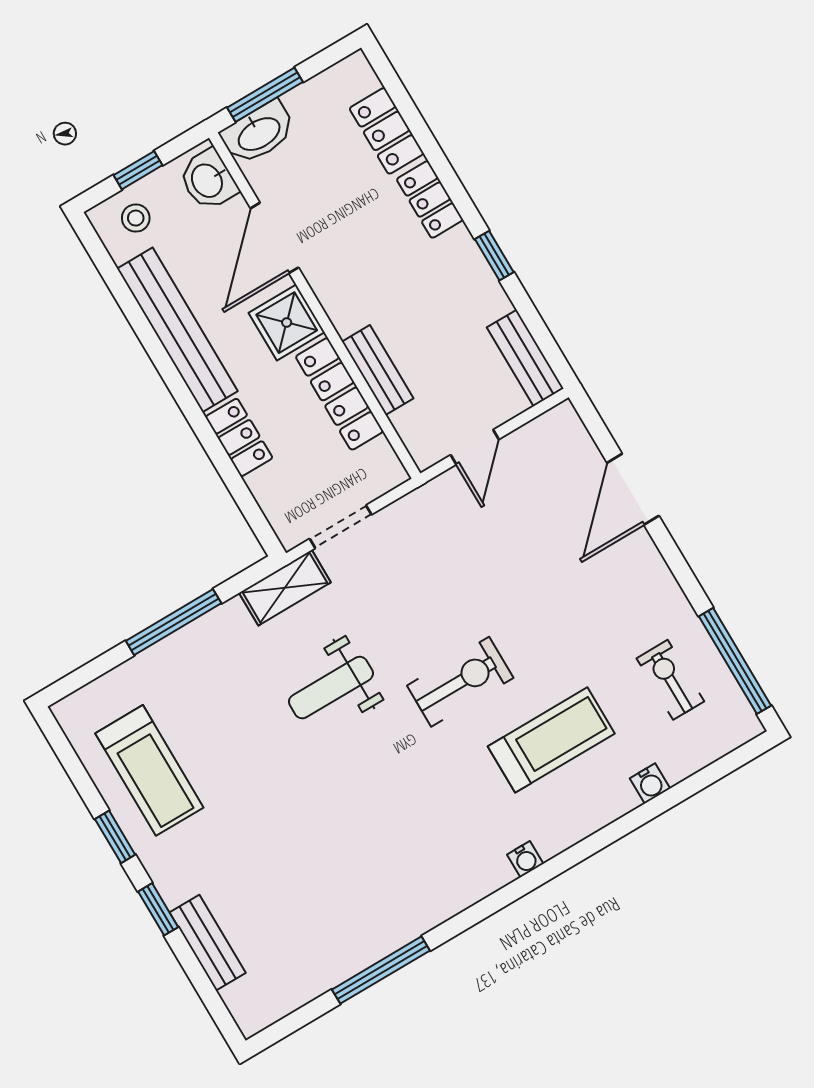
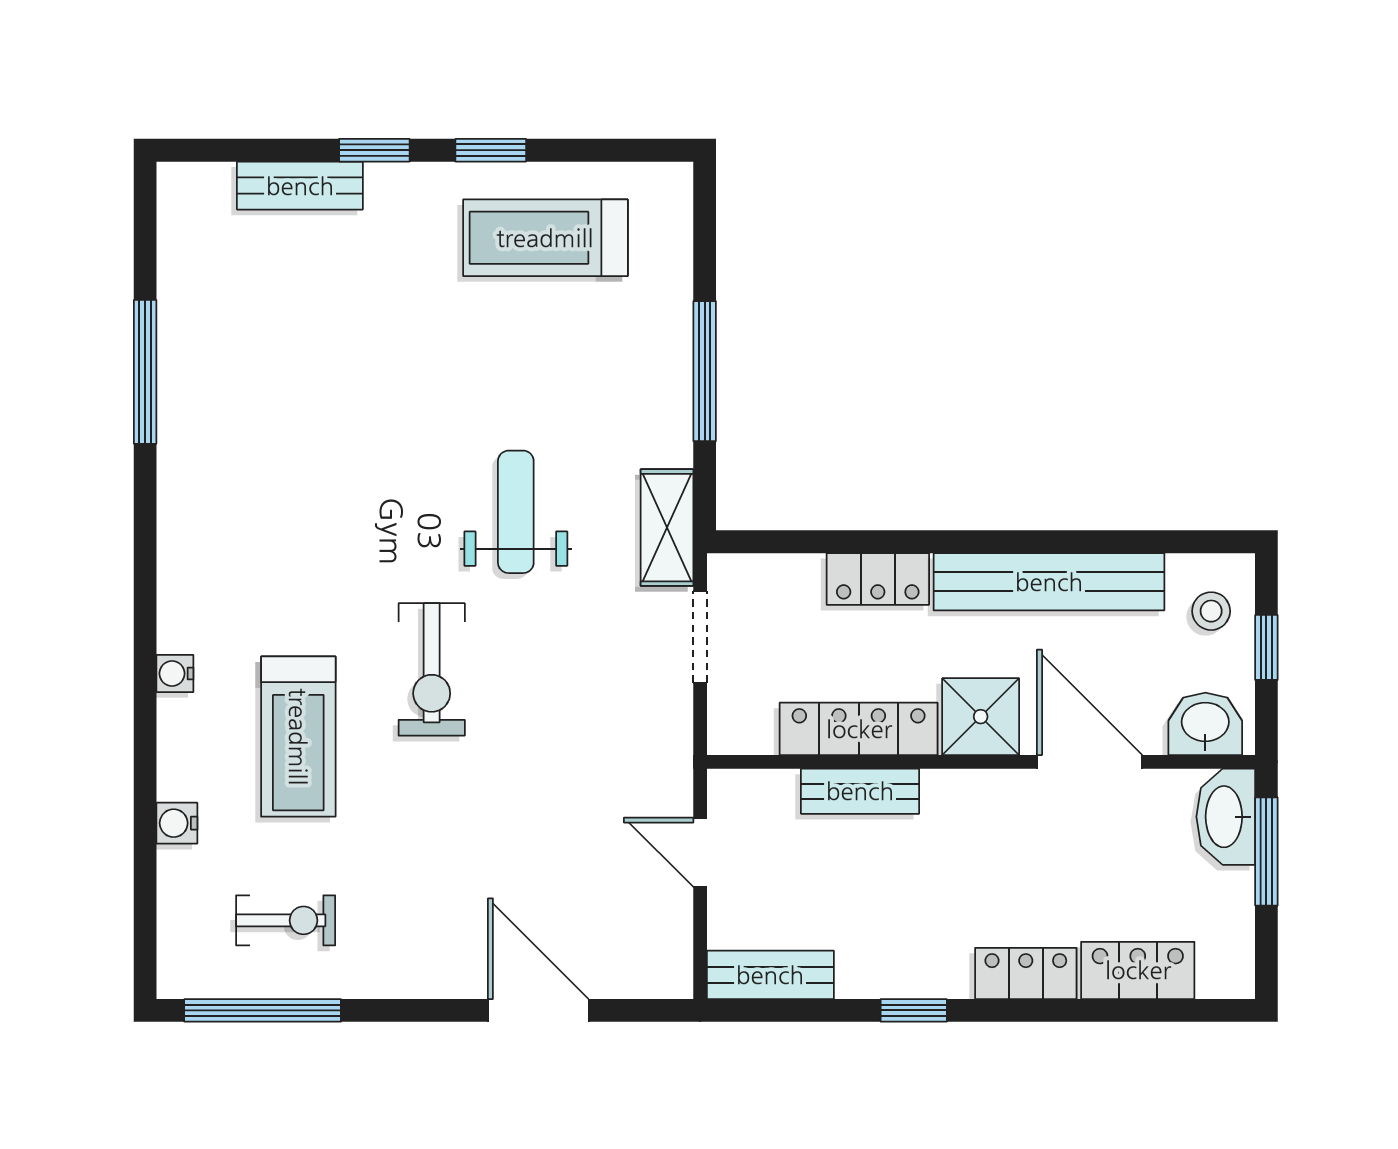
water cooler: (525, 859) -> (175, 673), moved

